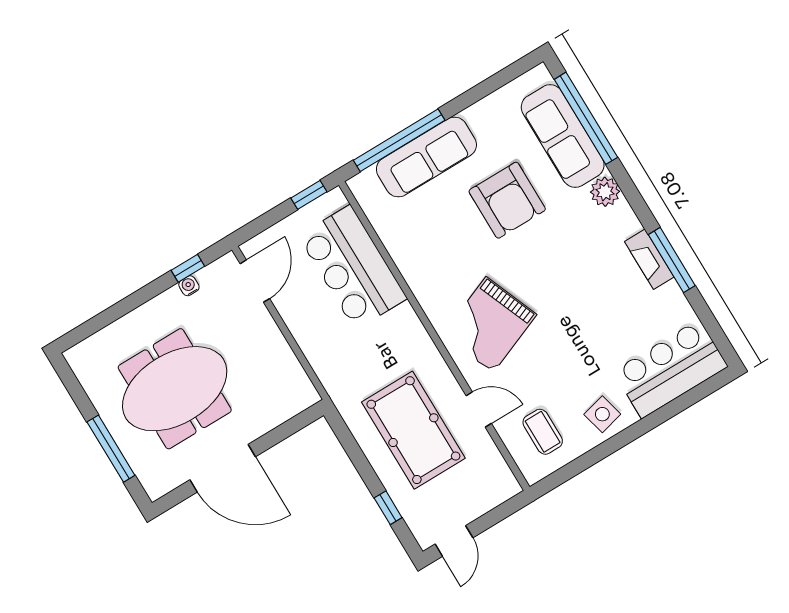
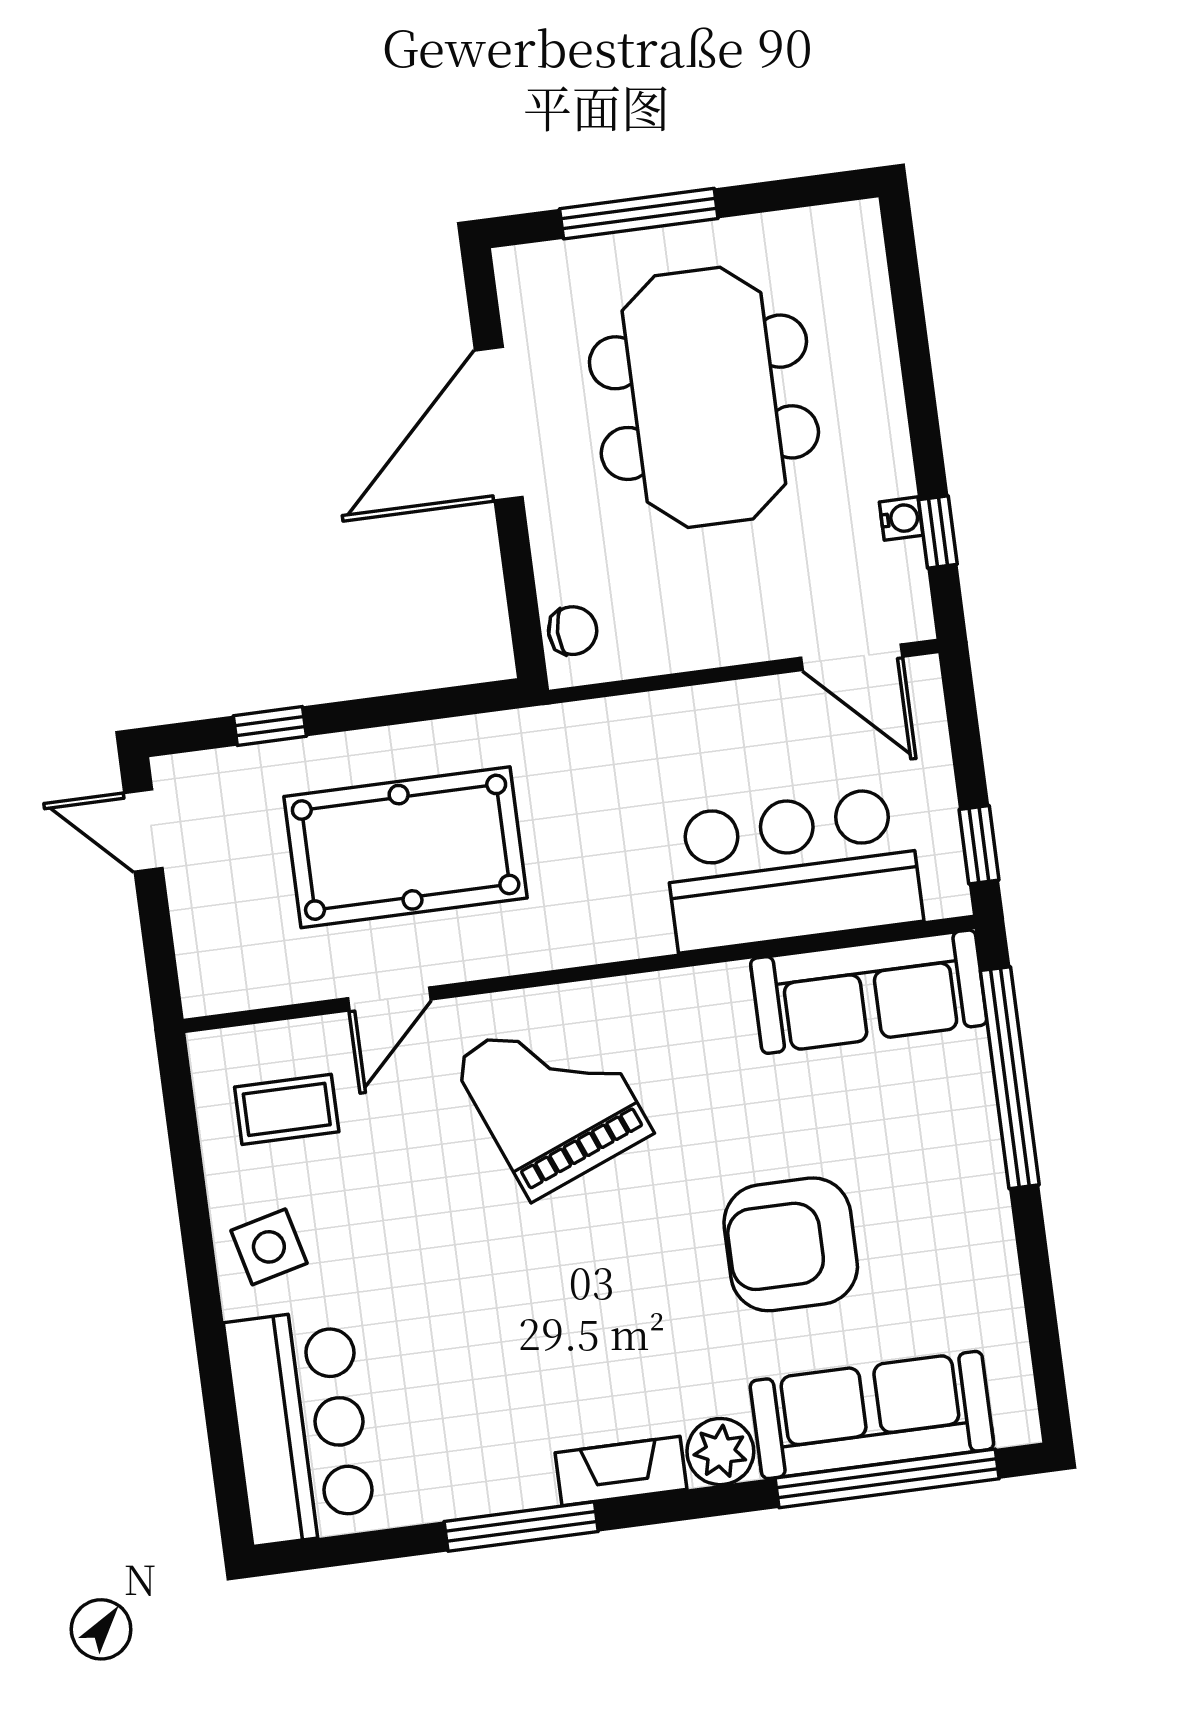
sofa: (426, 157) -> (869, 992), moved, turned -90
fireplace: (649, 259) -> (621, 1471), moved
chair: (294, 401) -> (573, 631), added

